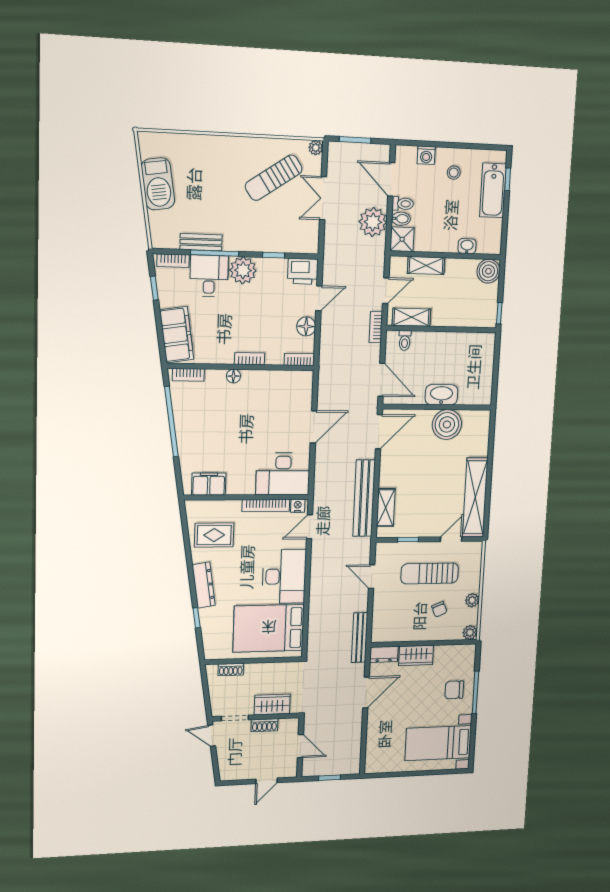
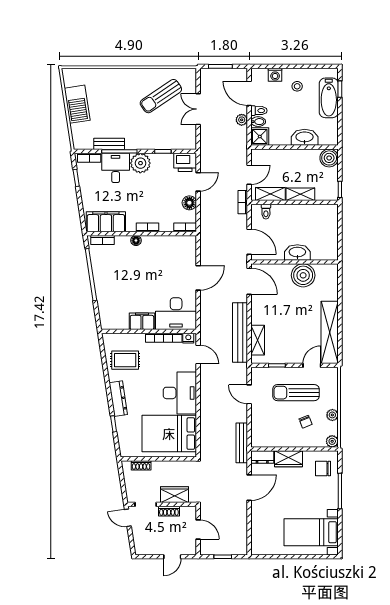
plant: (316, 148) -> (191, 73), removed
plant: (373, 222) -> (242, 120), width x0.53, depth x0.53
washbasin: (467, 246) -> (305, 137), width x1.91, depth x1.45
shelving: (426, 266) -> (300, 194), moved
filing cabinet: (177, 335) -> (106, 222), moved, turned -81
door: (379, 432) -> (249, 281), hinge flipped
filing cabinet: (209, 484) -> (142, 321), moved
door: (309, 527) -> (198, 354), swing flipped
chair: (454, 690) -> (323, 468), moved

